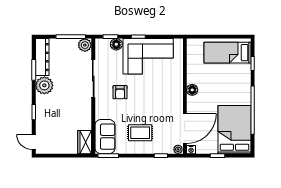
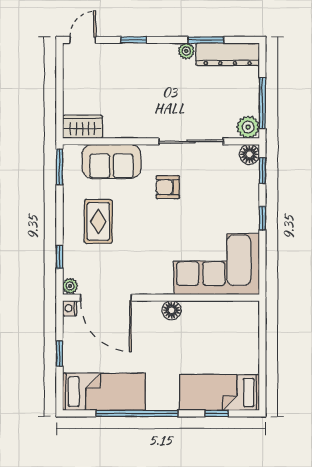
floor lamp: (116, 44) -> (249, 154), moved
bed: (227, 53) -> (220, 392), moved, turned -90
corner sofa: (148, 56) -> (217, 264), moved, turned 90
plant: (44, 85) -> (186, 51), width x0.53, depth x0.53
bed: (234, 130) -> (104, 392), width x0.67
sofa: (105, 137) -> (111, 161), moved

